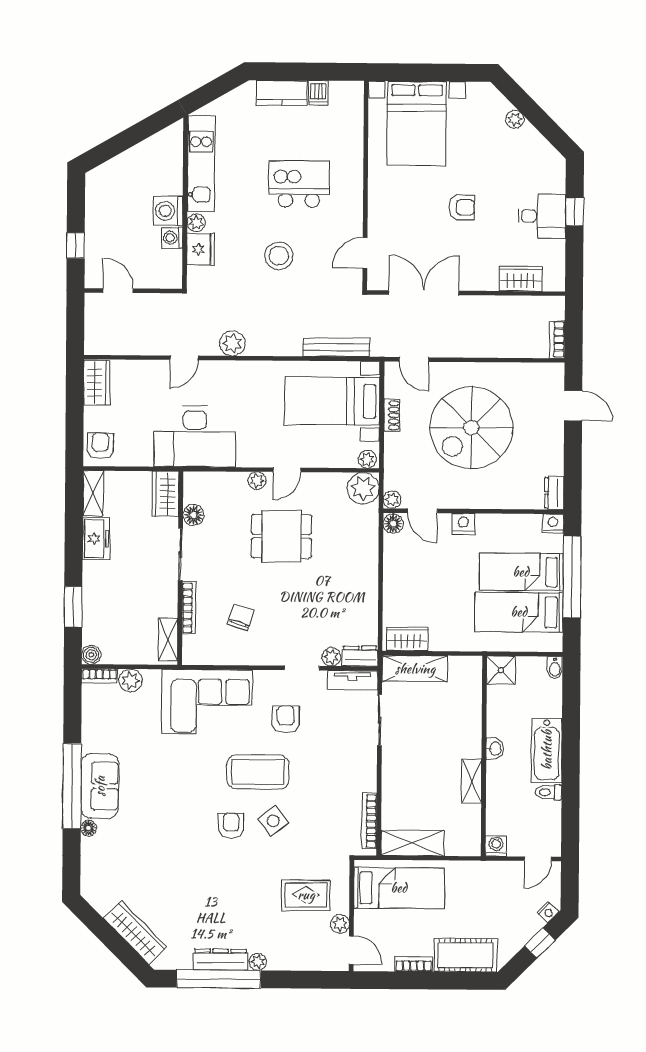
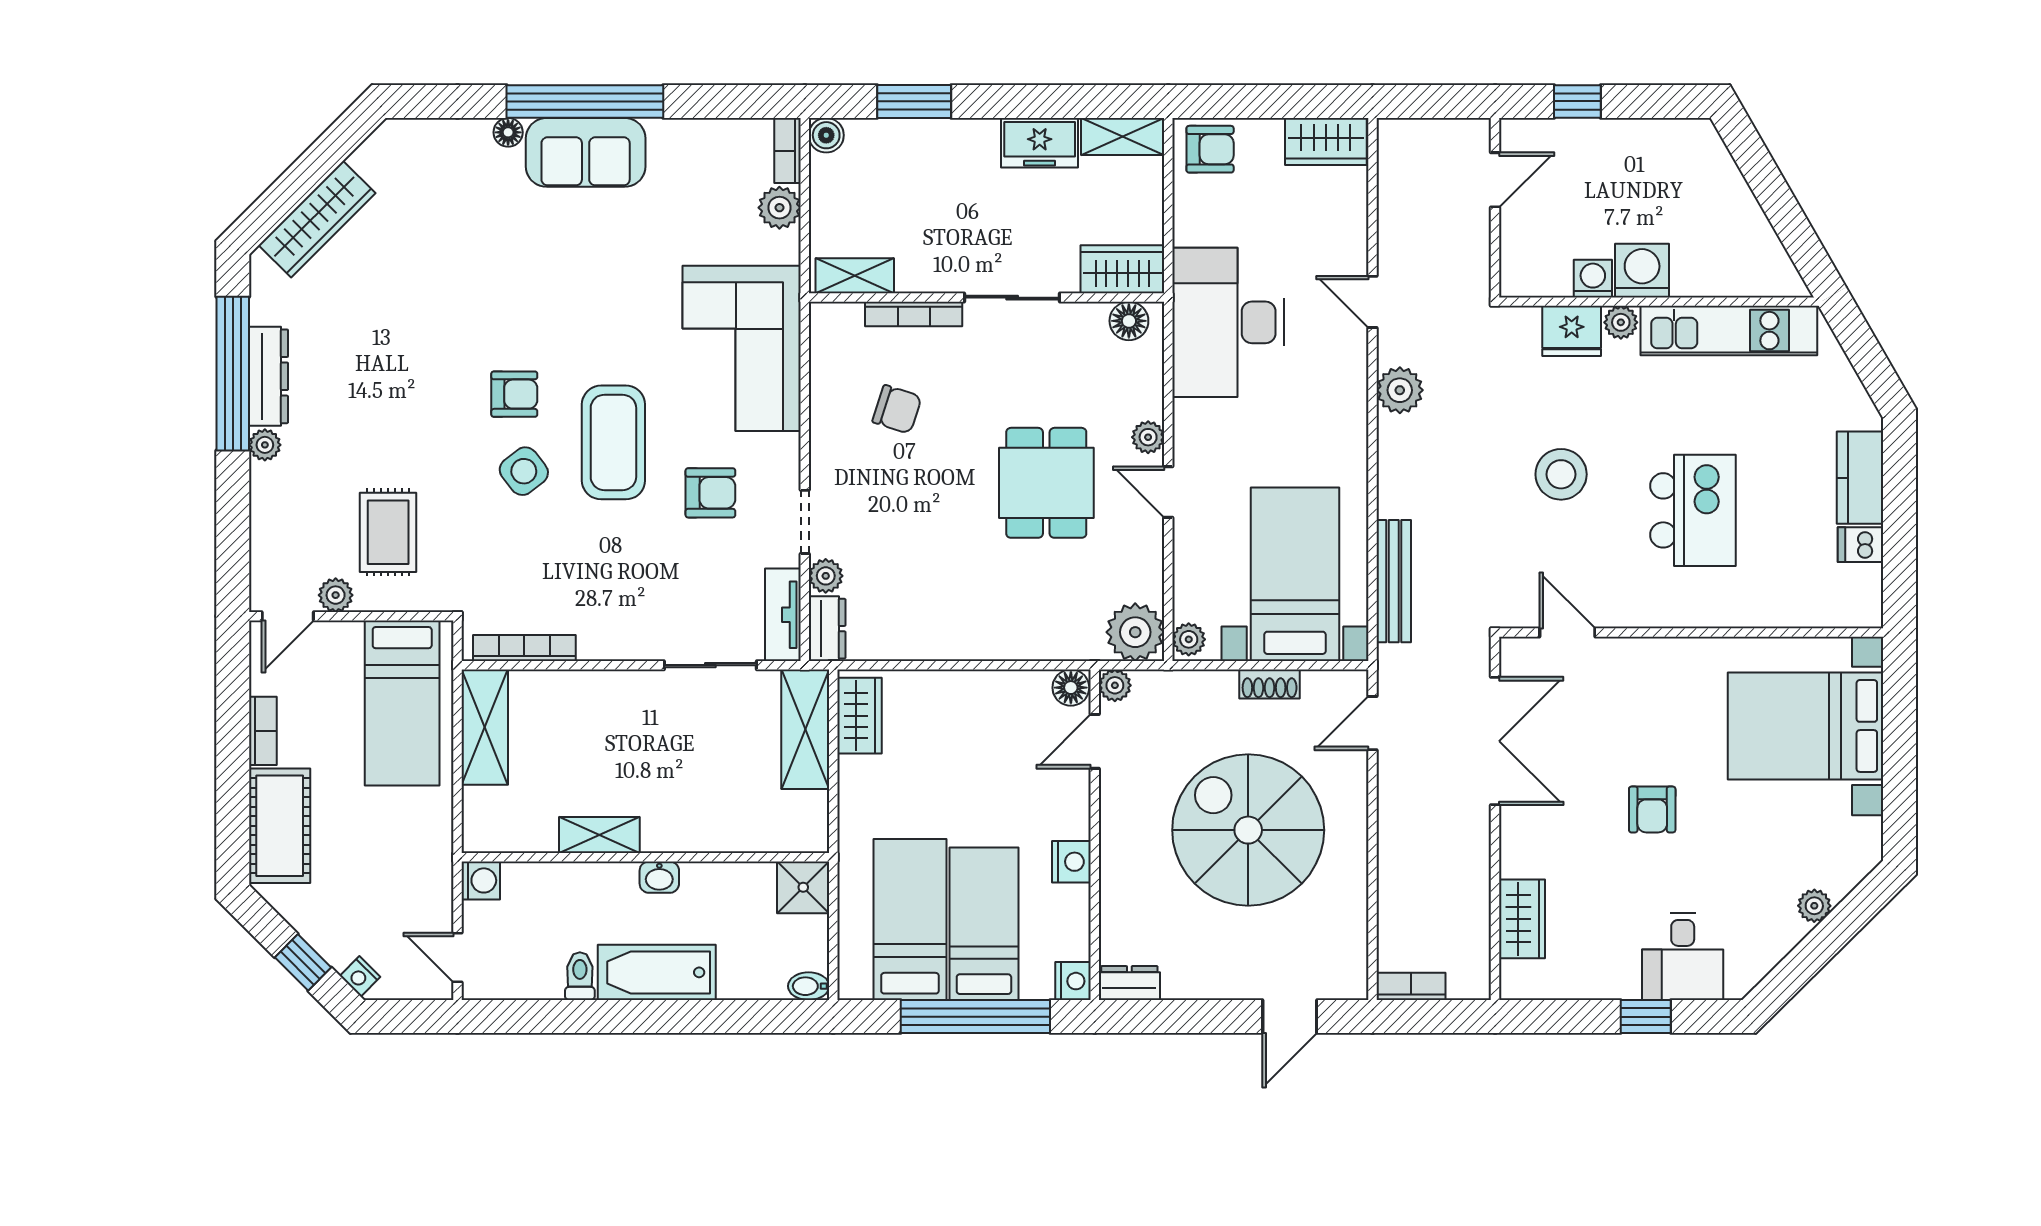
desk: (542, 216) -> (1683, 956), moved
floor lamp: (193, 515) -> (1129, 321), moved
nightstand: (463, 524) -> (1071, 862), moved

